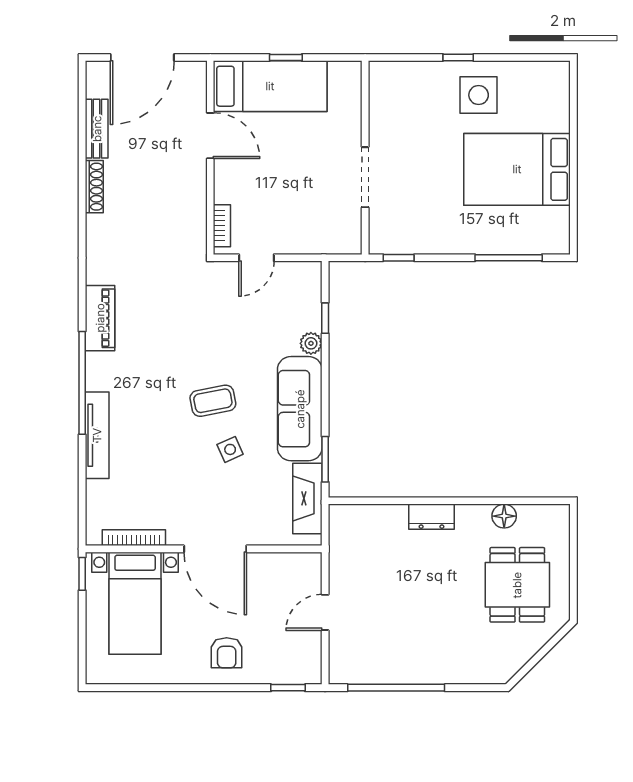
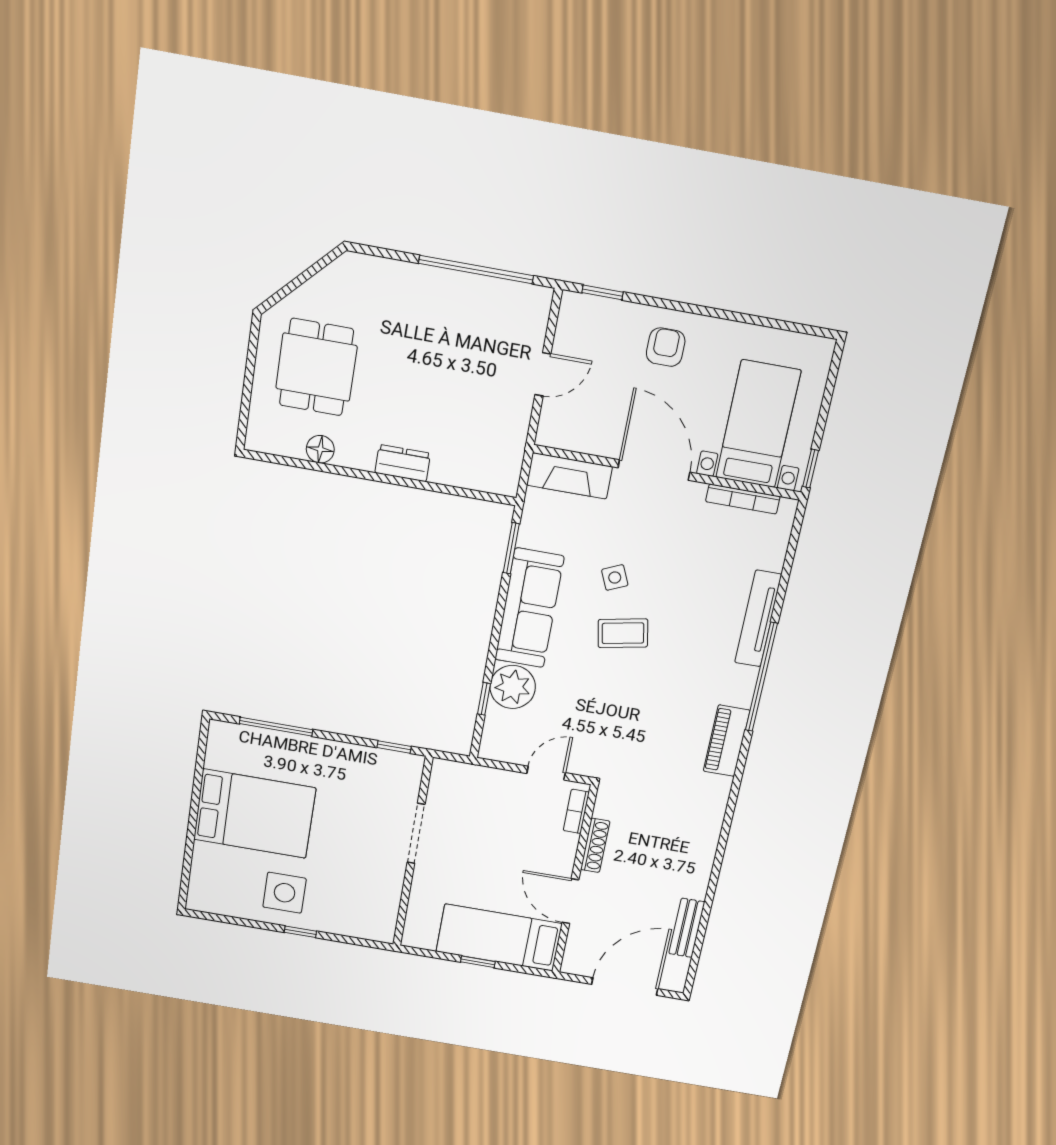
shoe rack: (94, 187) -> (595, 845), moved, turned 180
plant: (311, 343) -> (513, 687), width x1.87, depth x1.87
fireplace: (307, 498) -> (569, 476), moved, turned 90

